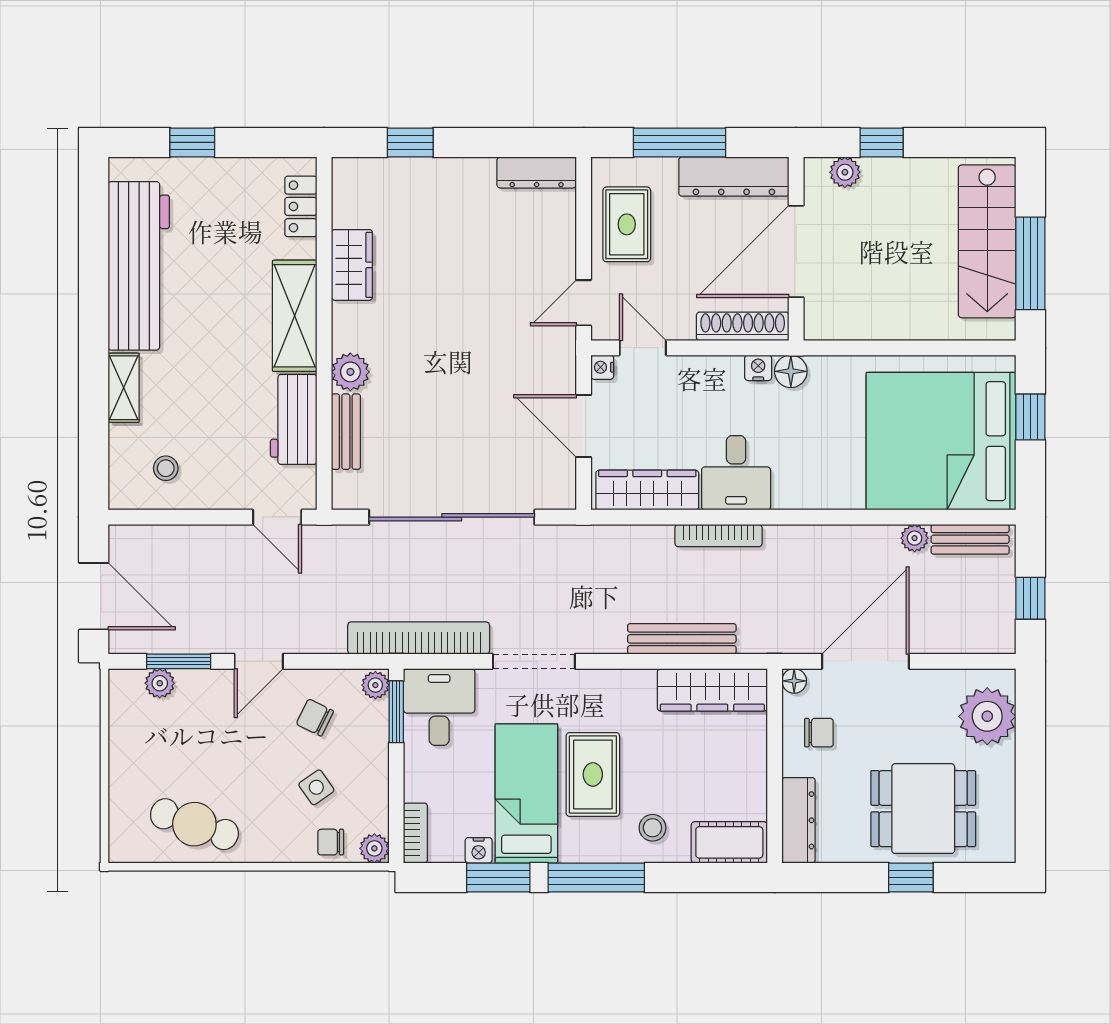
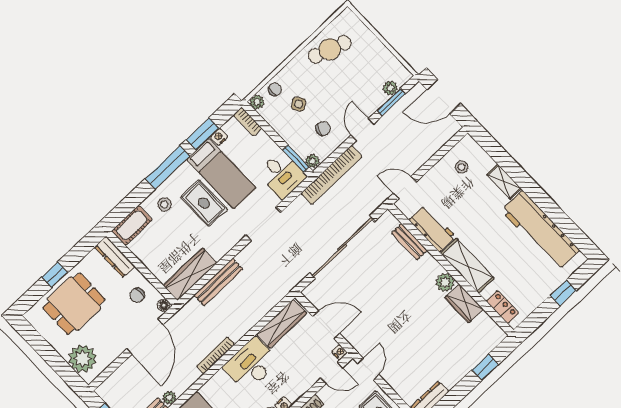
plant: (350, 372) -> (445, 282), moved
desk: (736, 473) -> (251, 364), width x1.37
bookcase: (719, 536) -> (216, 355), moved
bookcase: (419, 638) -> (332, 175), moved

